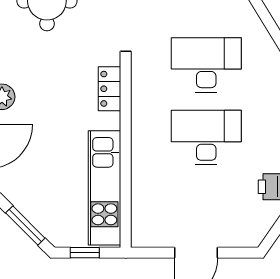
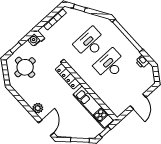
locker: (109, 89) -> (68, 76), width x1.53

